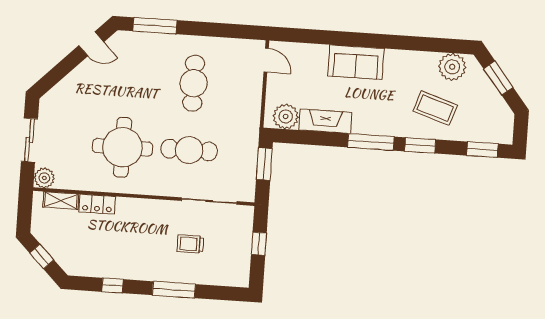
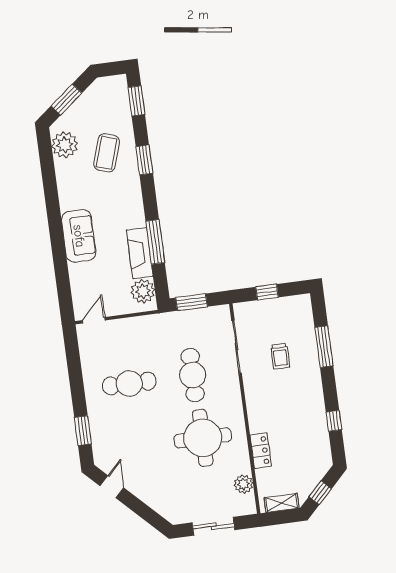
window: (155, 26) -> (83, 431), width x0.69
window: (371, 142) -> (155, 242), moved
plant: (44, 178) -> (243, 484), moved
shelving: (61, 201) -> (282, 503), moved, turned 90
window: (174, 290) -> (324, 347), moved

